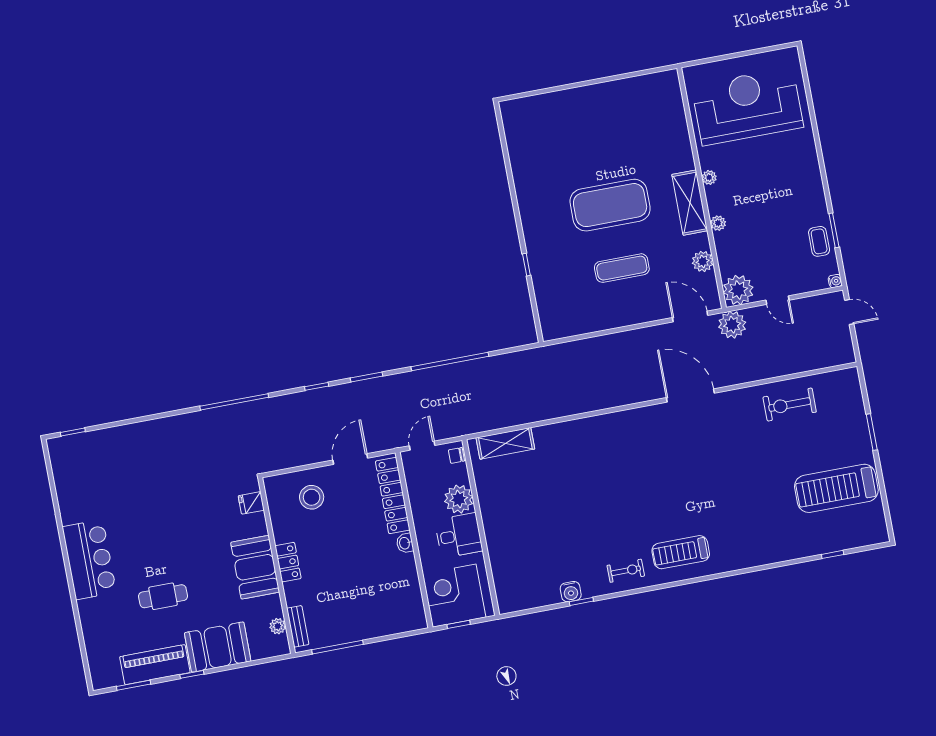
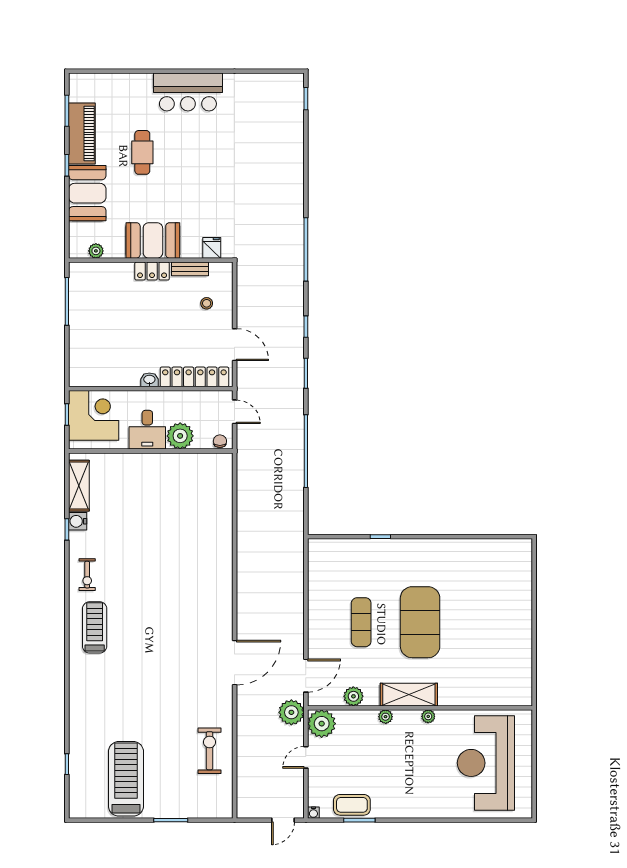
reception desk: (747, 106) -> (486, 763), turned 180
coffee table: (819, 241) -> (352, 805), width x1.36, depth x1.30
shelving: (505, 443) -> (79, 486), moved
stool: (312, 497) -> (207, 303), width x0.53, depth x0.53
bench: (298, 626) -> (190, 269), moved

